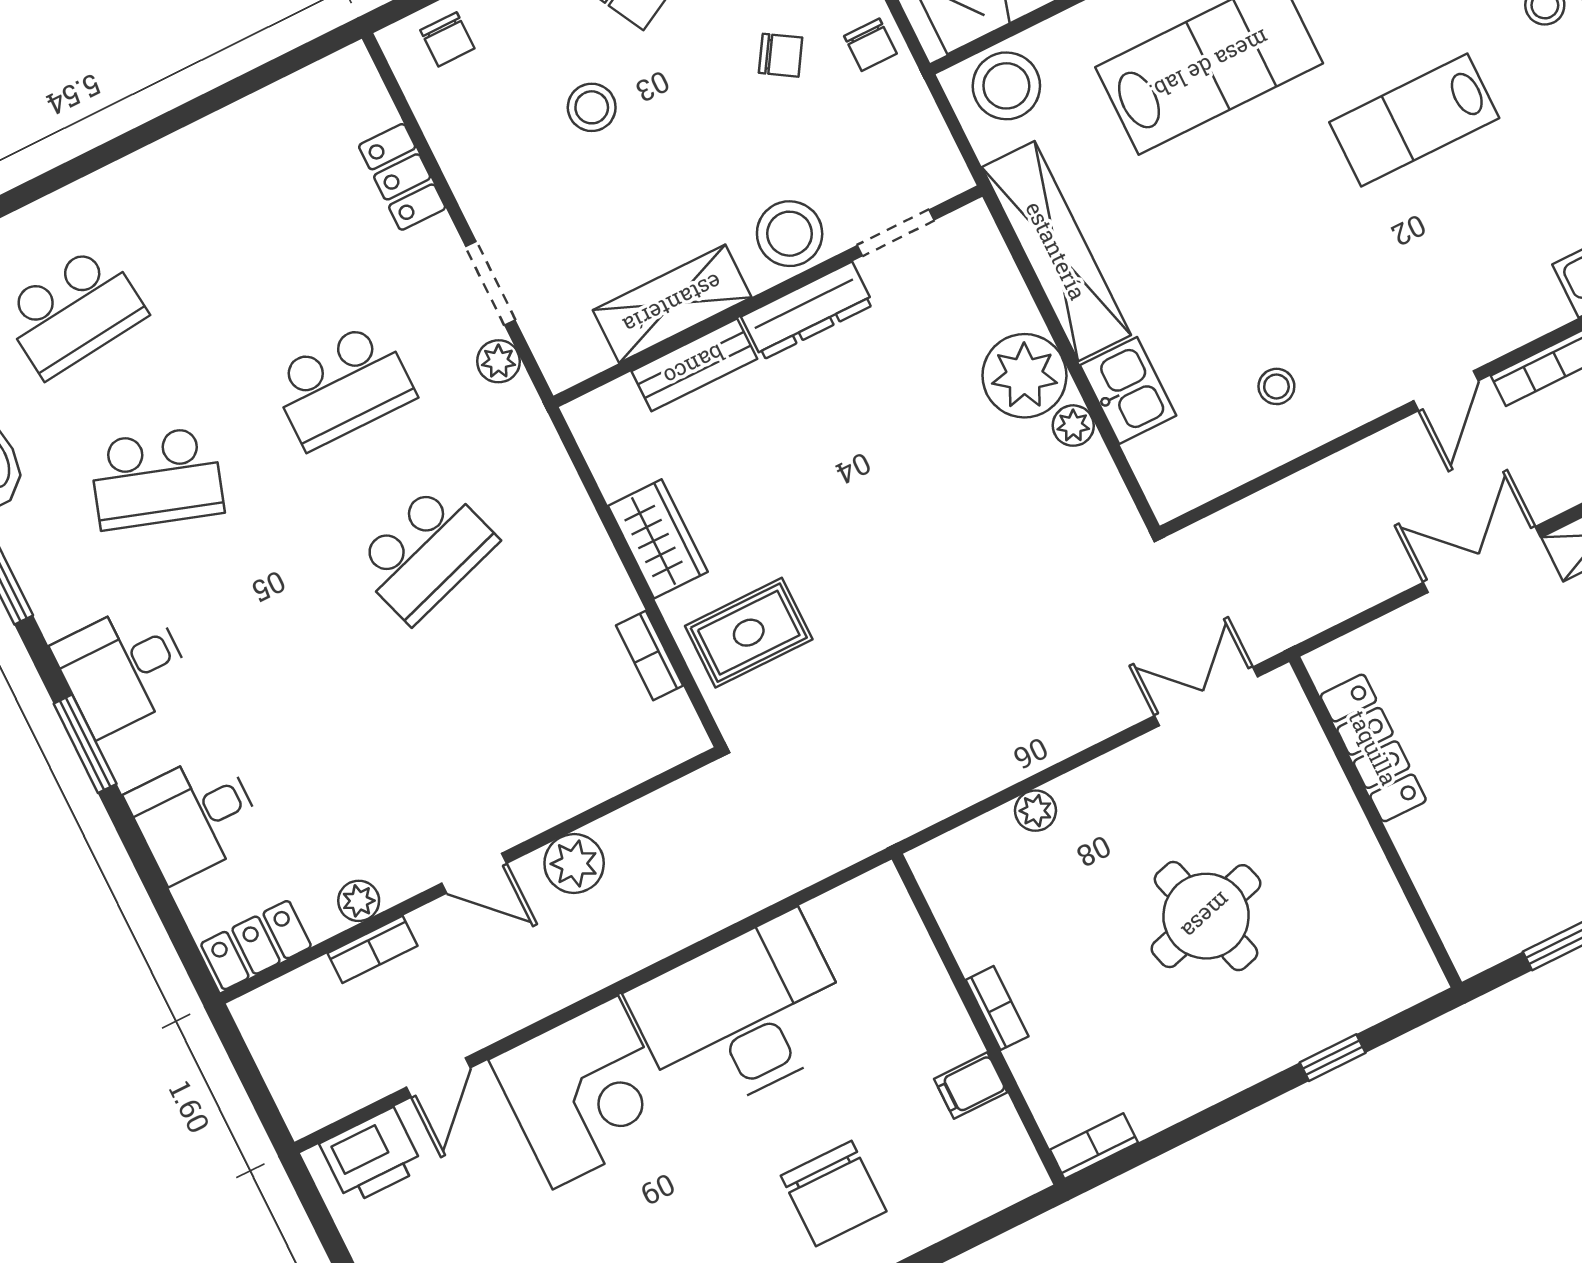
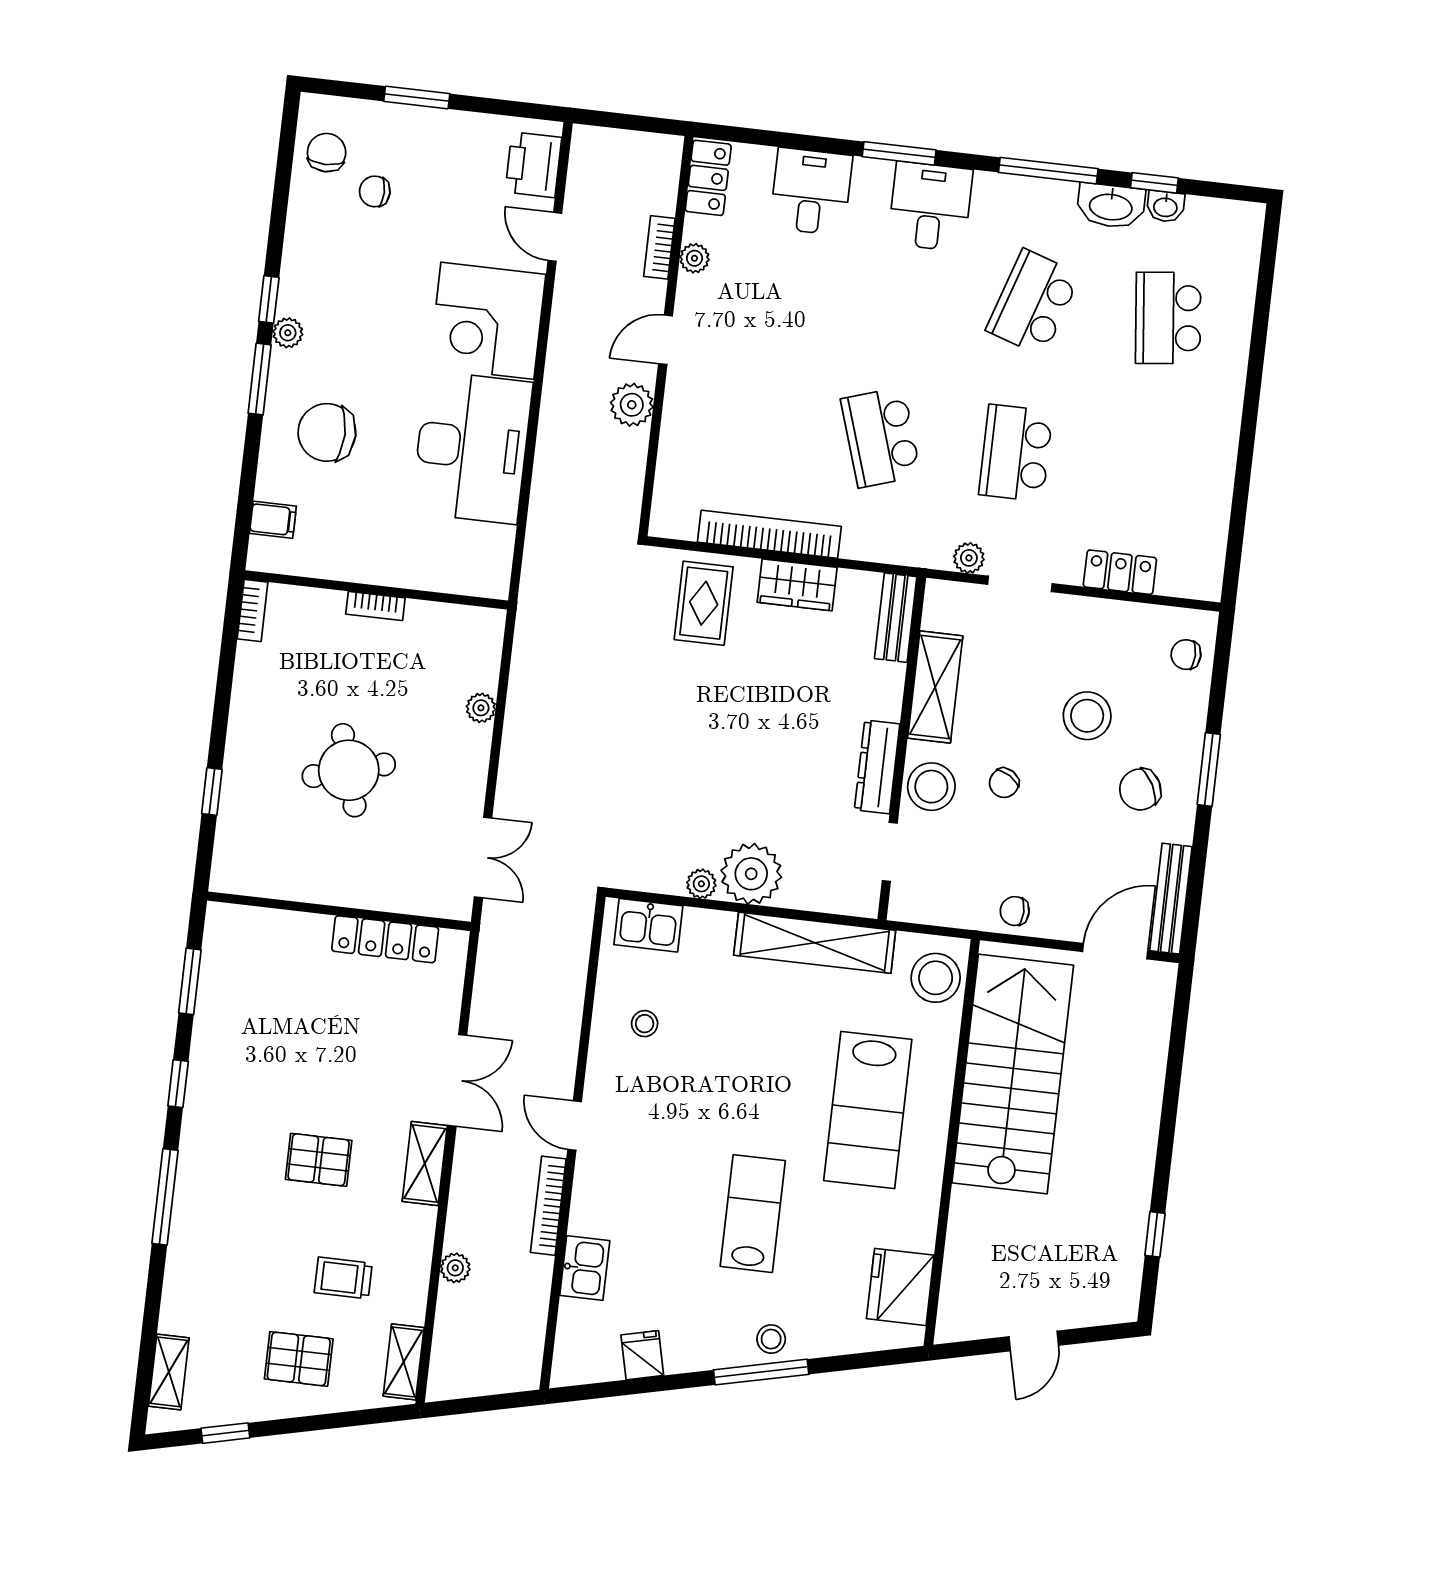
chair: (781, 55) -> (1004, 783), moved
stool: (592, 107) -> (1087, 716), width x1.38, depth x1.38
bench: (694, 365) -> (896, 618), moved
kitchen sink: (1128, 390) -> (648, 925), moved
bookcase: (649, 655) -> (769, 534), width x2.31, depth x1.31
filing cabinet: (971, 1086) -> (273, 520), moved, turned 90

